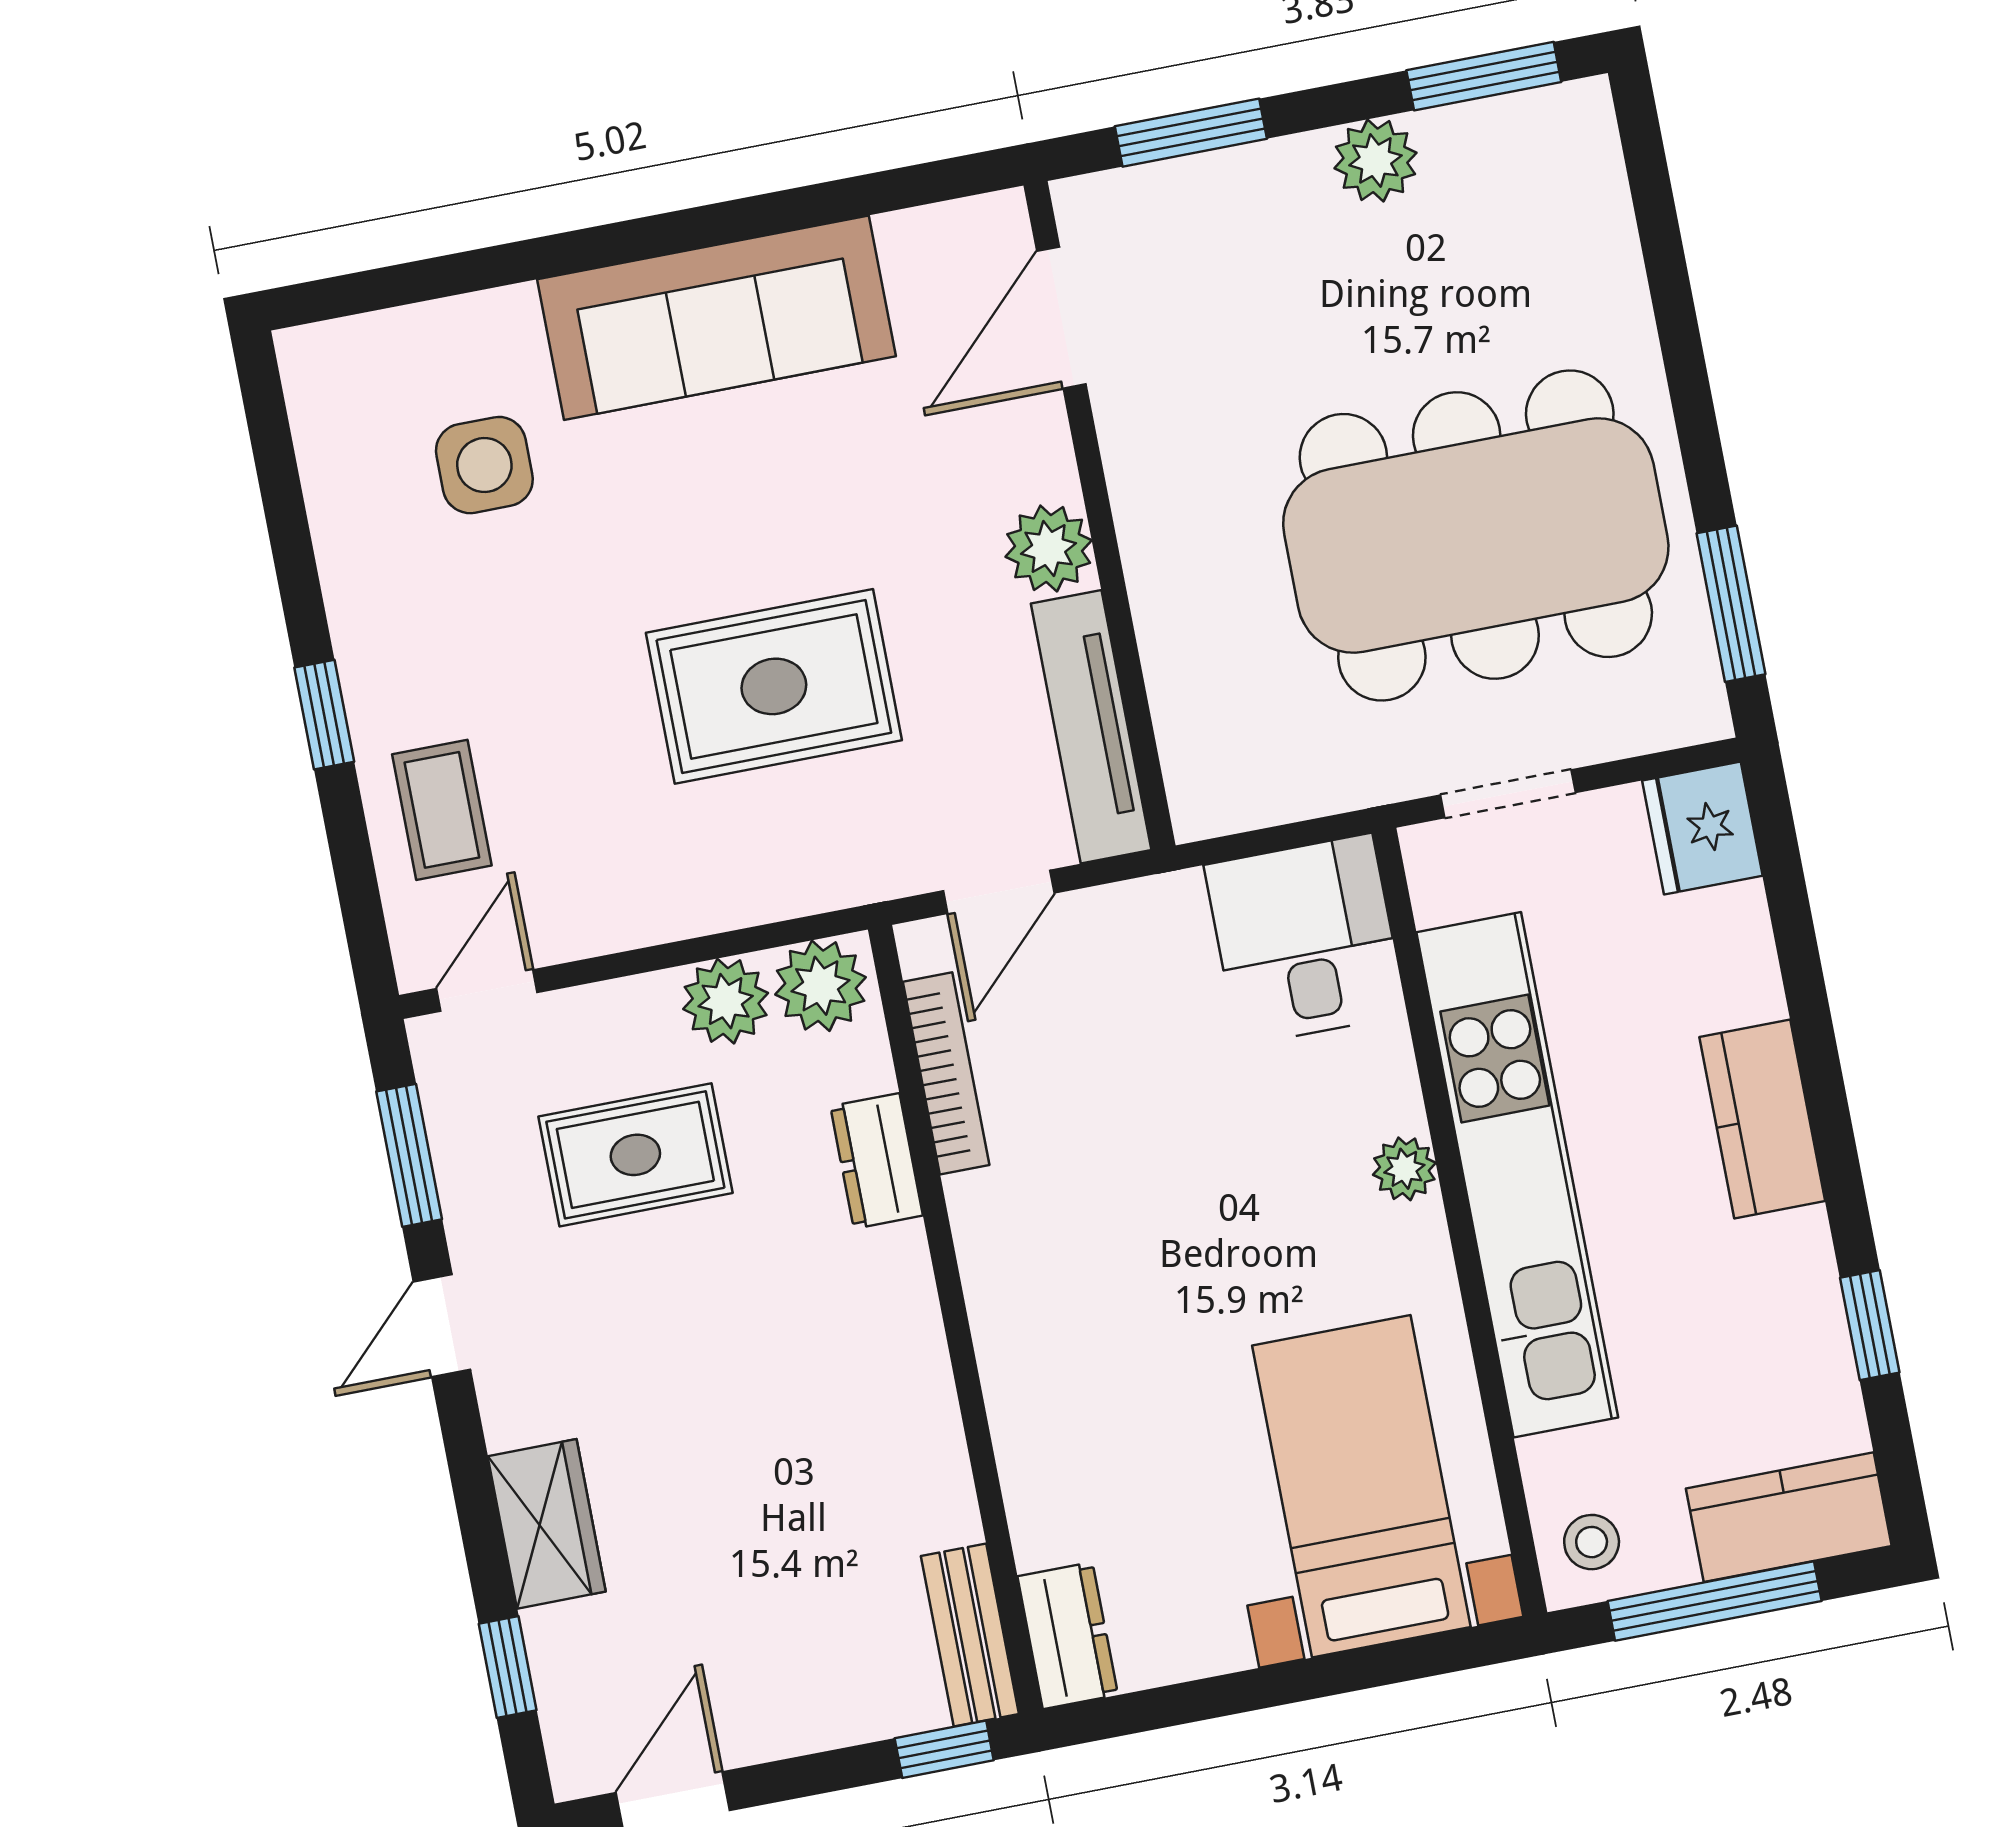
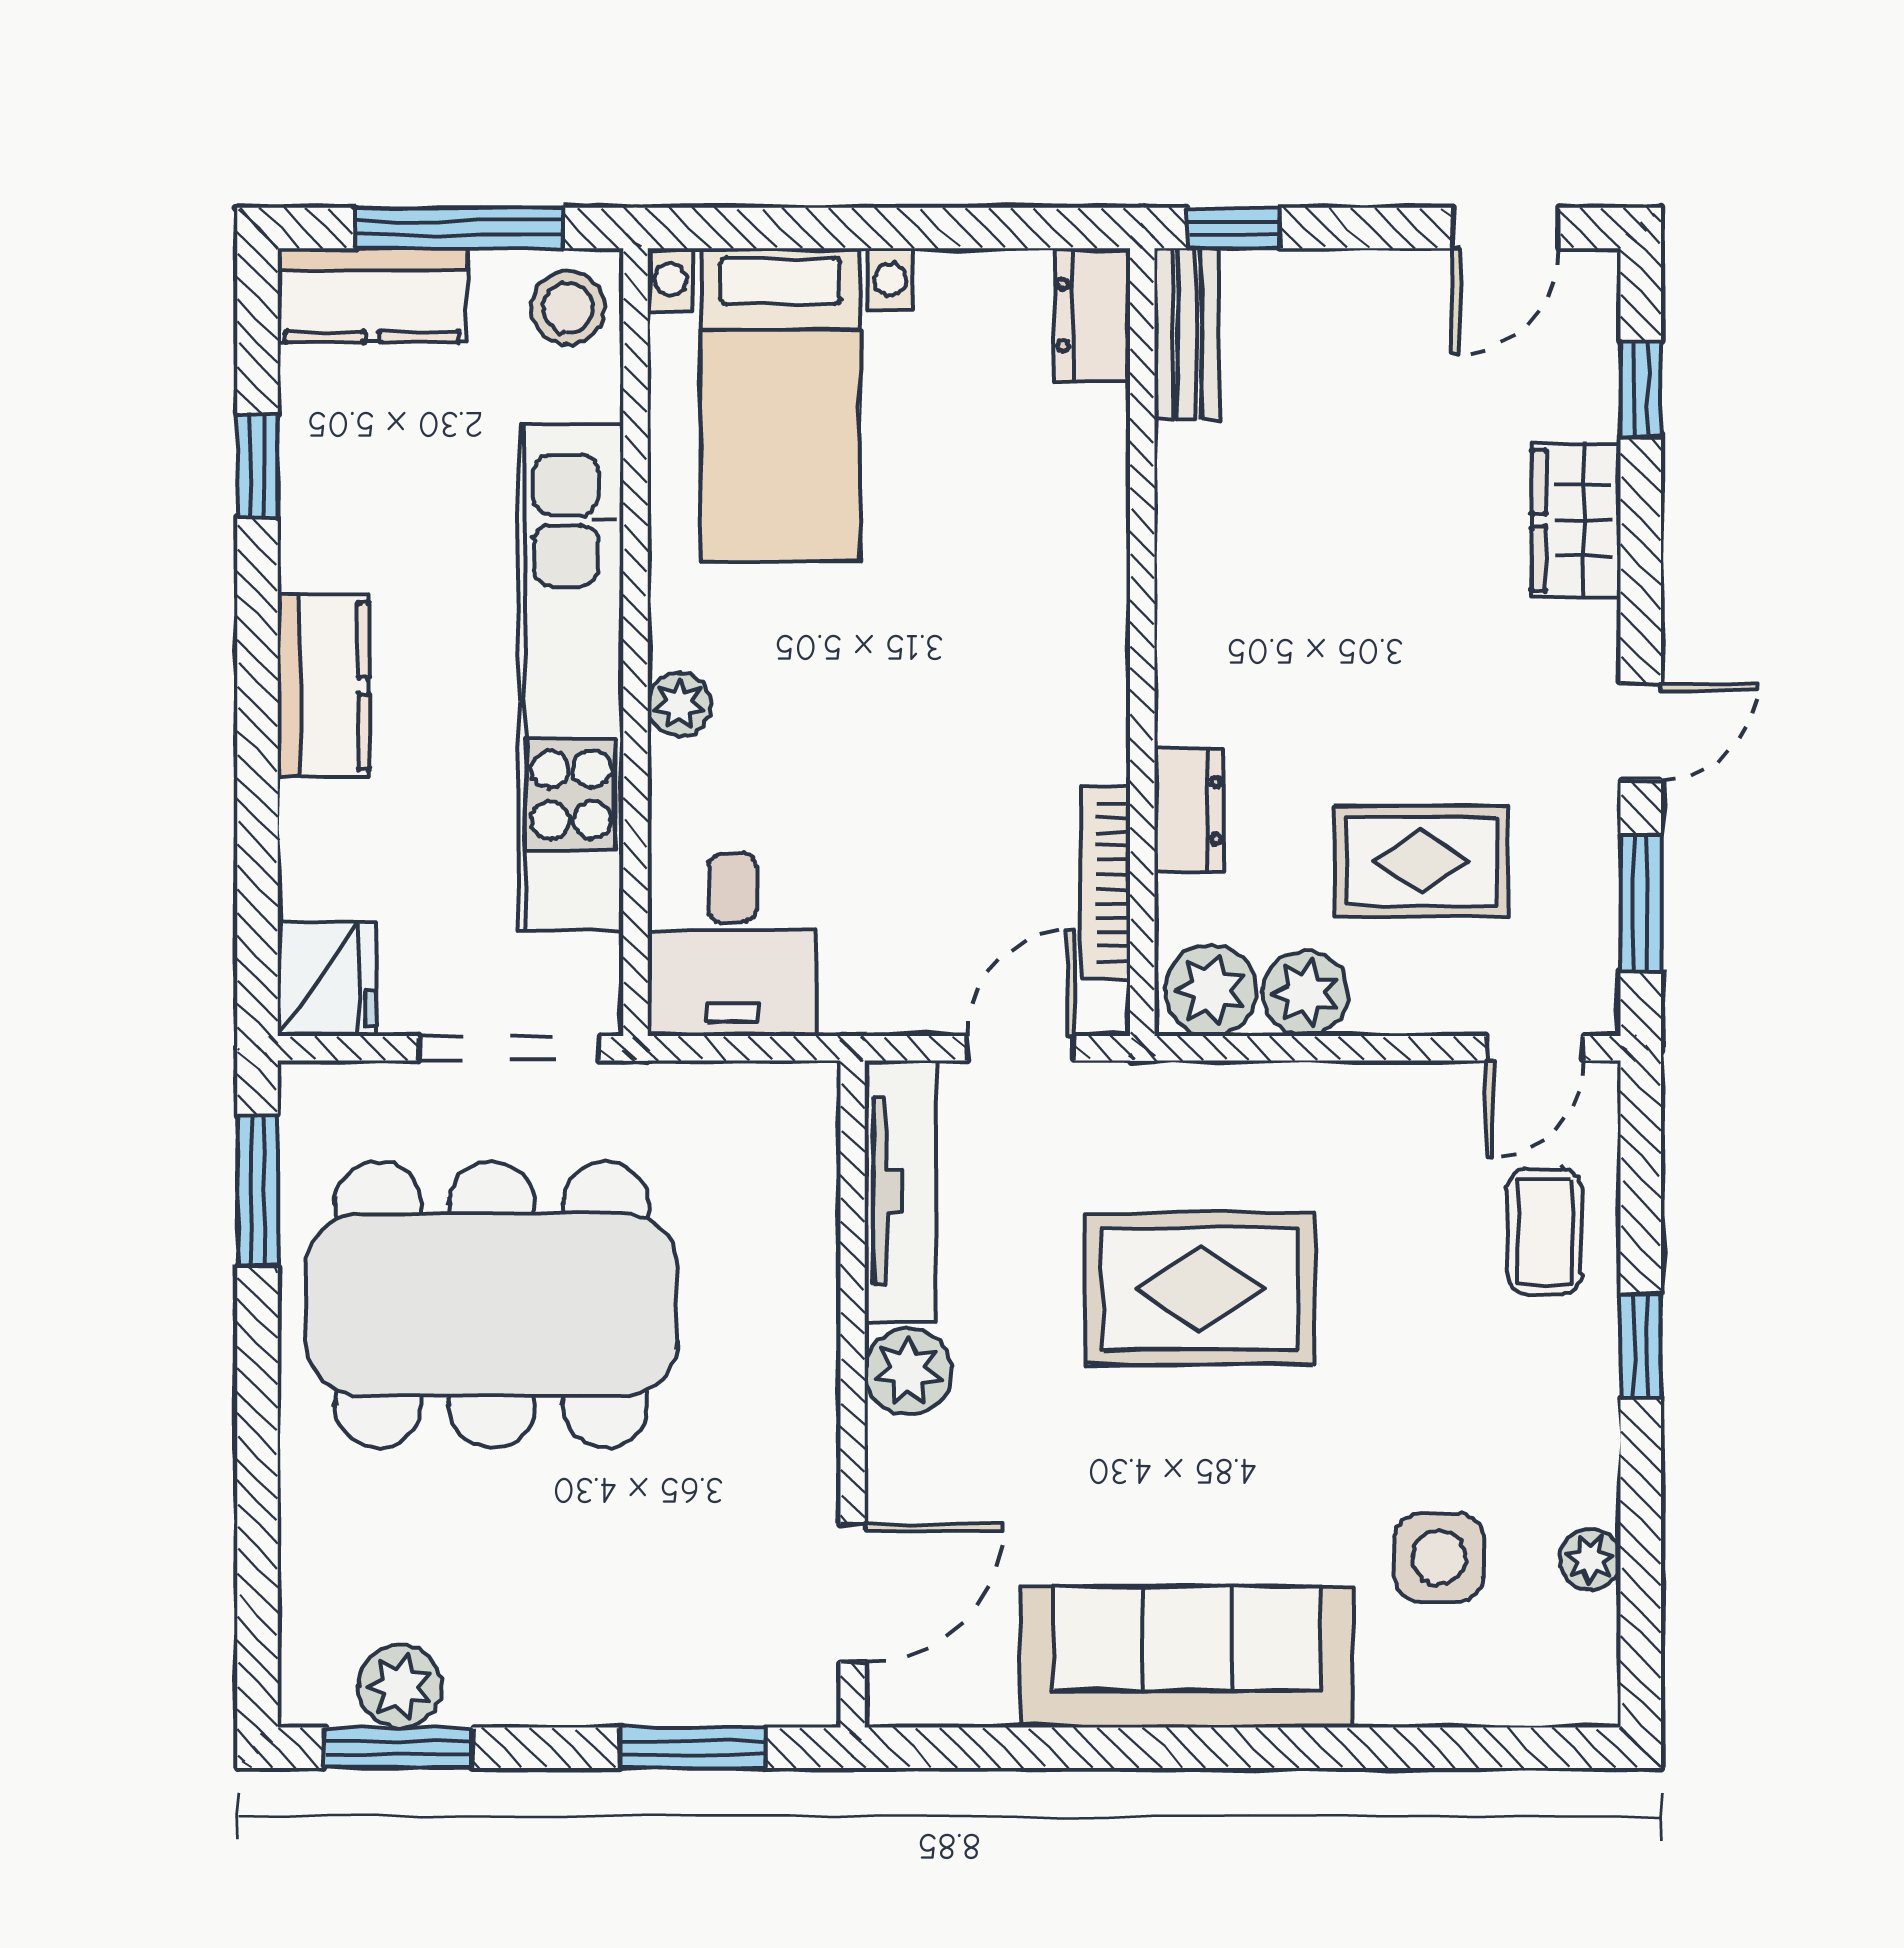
plant: (1375, 160) -> (400, 1686), moved
plant: (334, 492) -> (1590, 1559), added
doorway: (1508, 794) -> (509, 1048), width x1.38
stool: (1592, 1542) -> (568, 308), width x1.37, depth x1.37

